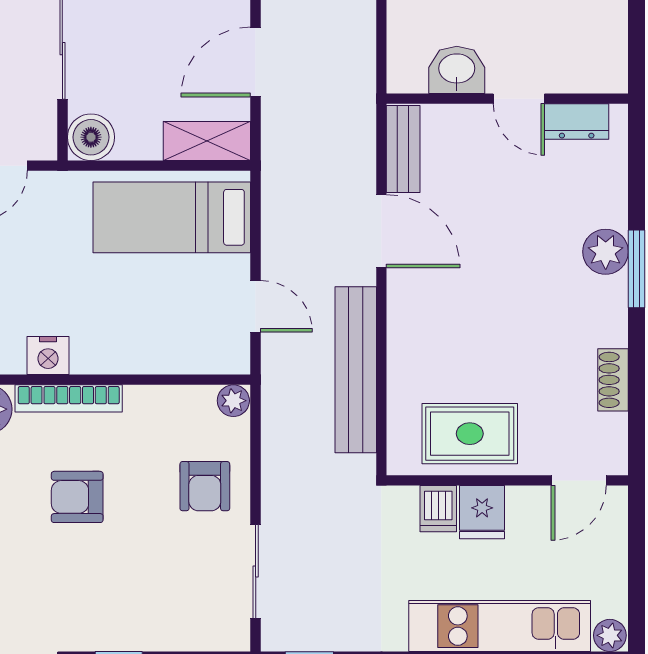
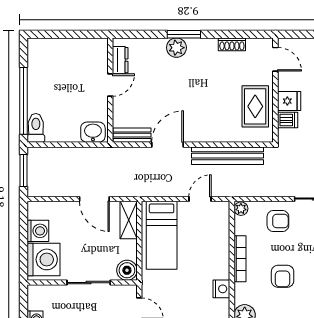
washbasin: (457, 70) -> (93, 132), moved, turned 90
bookcase: (69, 398) -> (240, 259), moved

